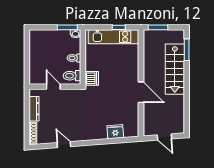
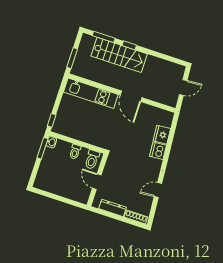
window: (119, 27) -> (52, 120), moved
kitchen unit: (114, 37) -> (91, 93), moved, turned 90
window: (187, 75) -> (129, 45), added
dishwasher: (92, 78) -> (158, 151), moved, turned -94
door: (53, 87) -> (97, 182), hinge flipped
door: (141, 92) -> (131, 96), swing flipped

